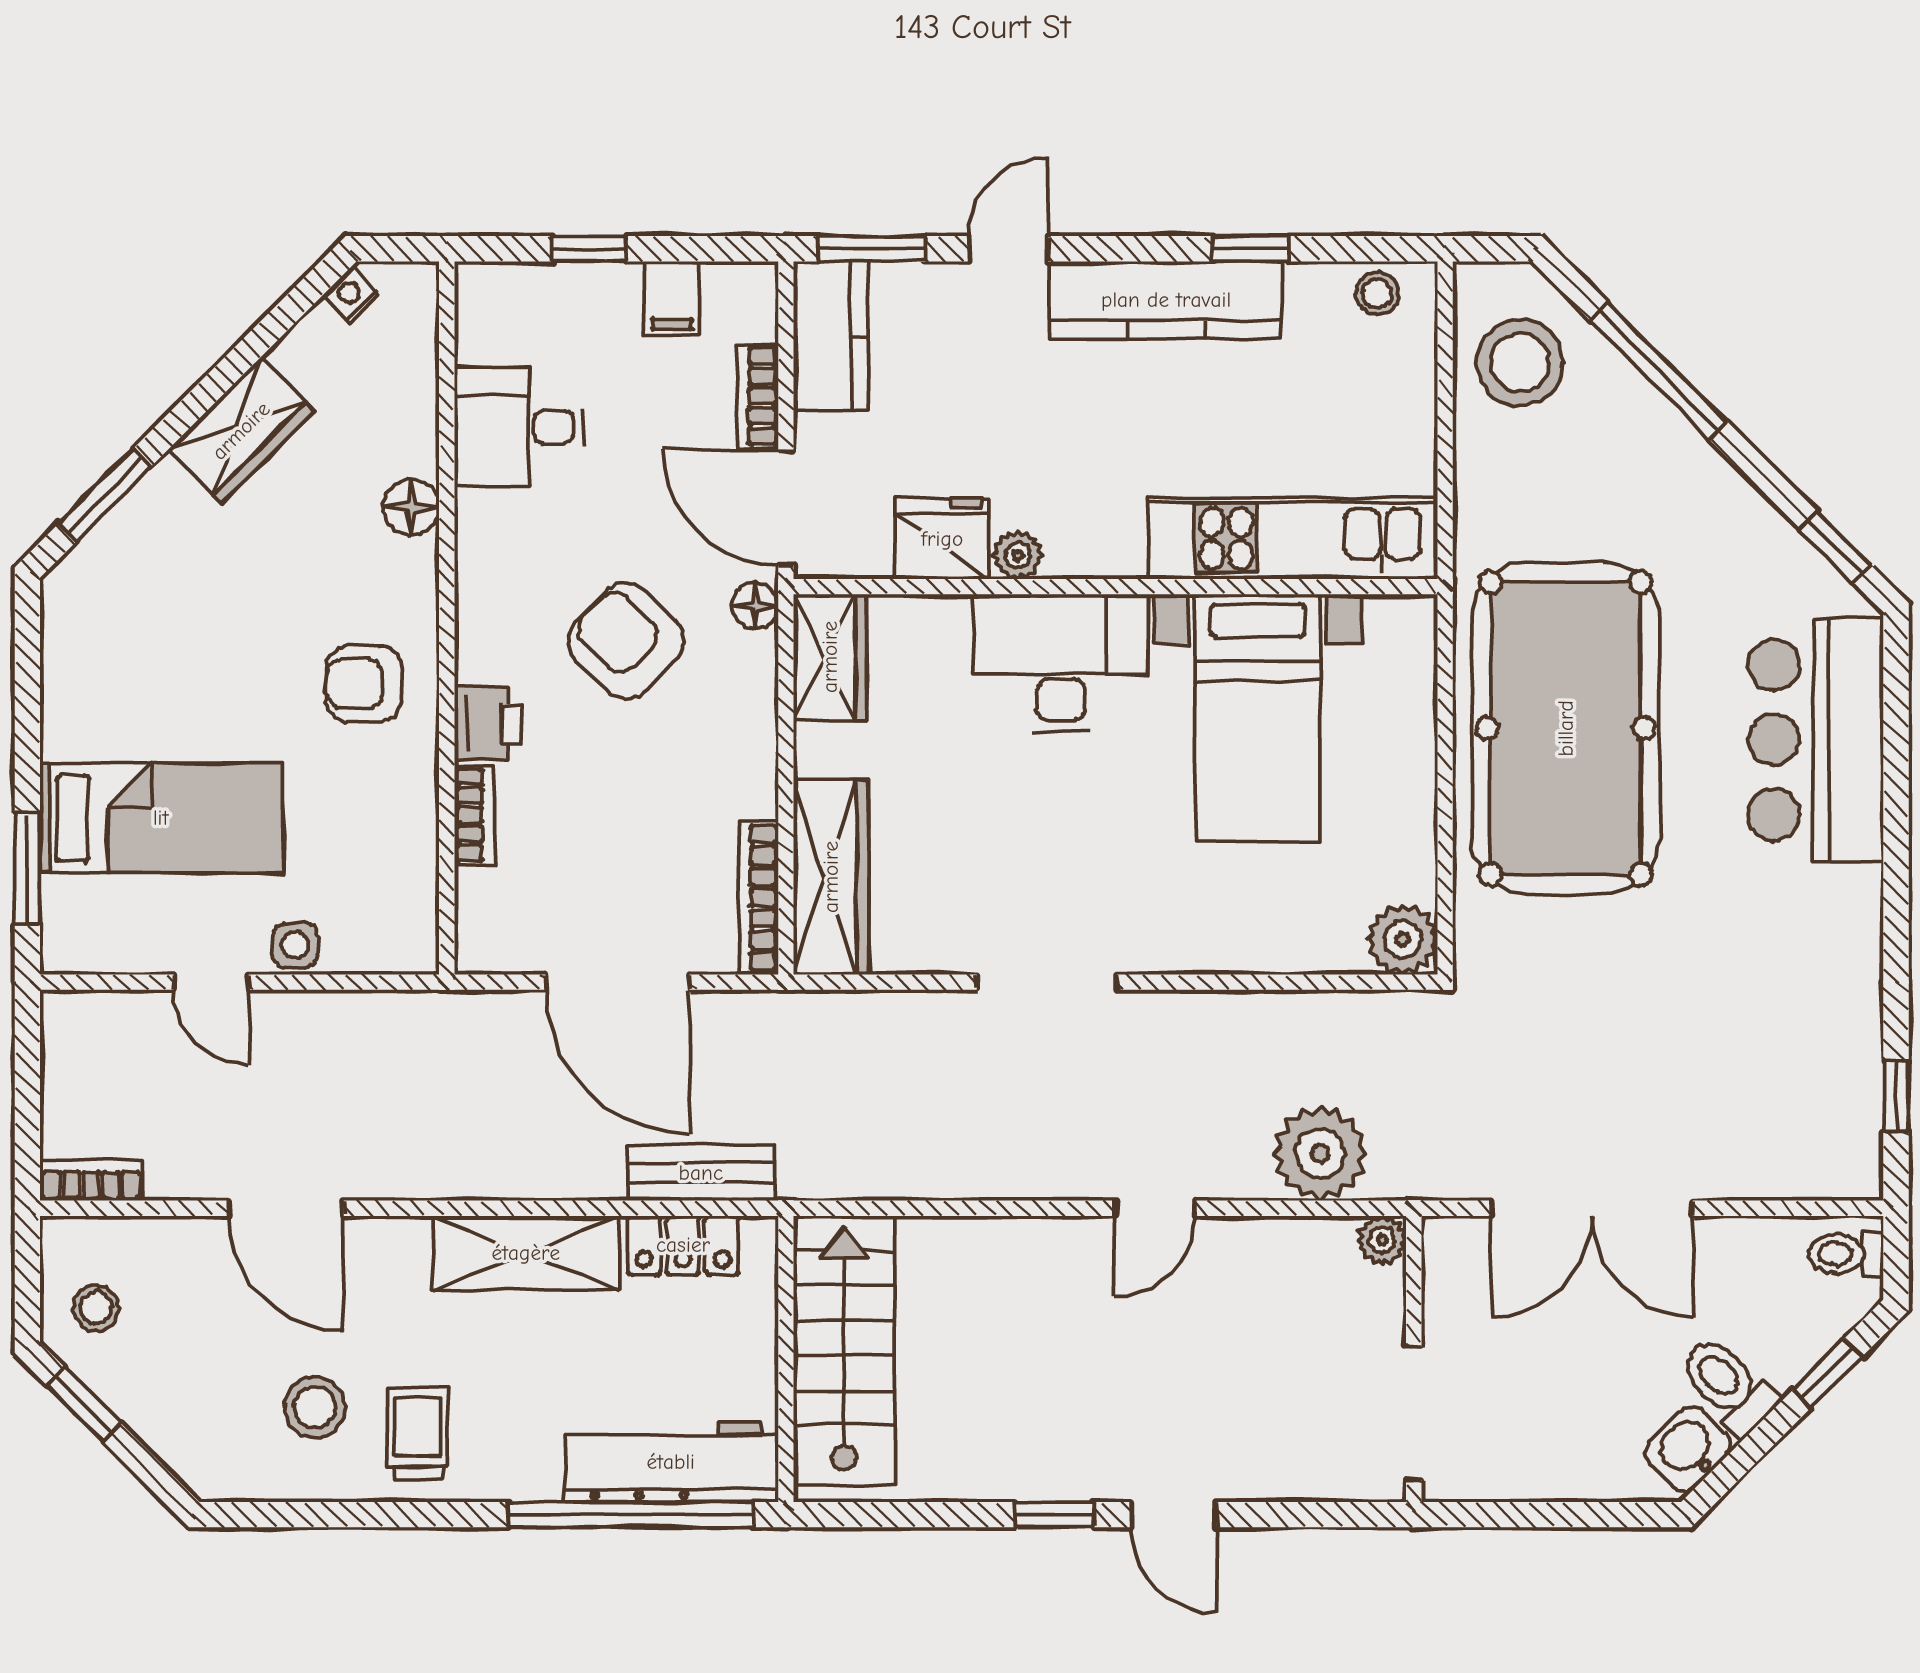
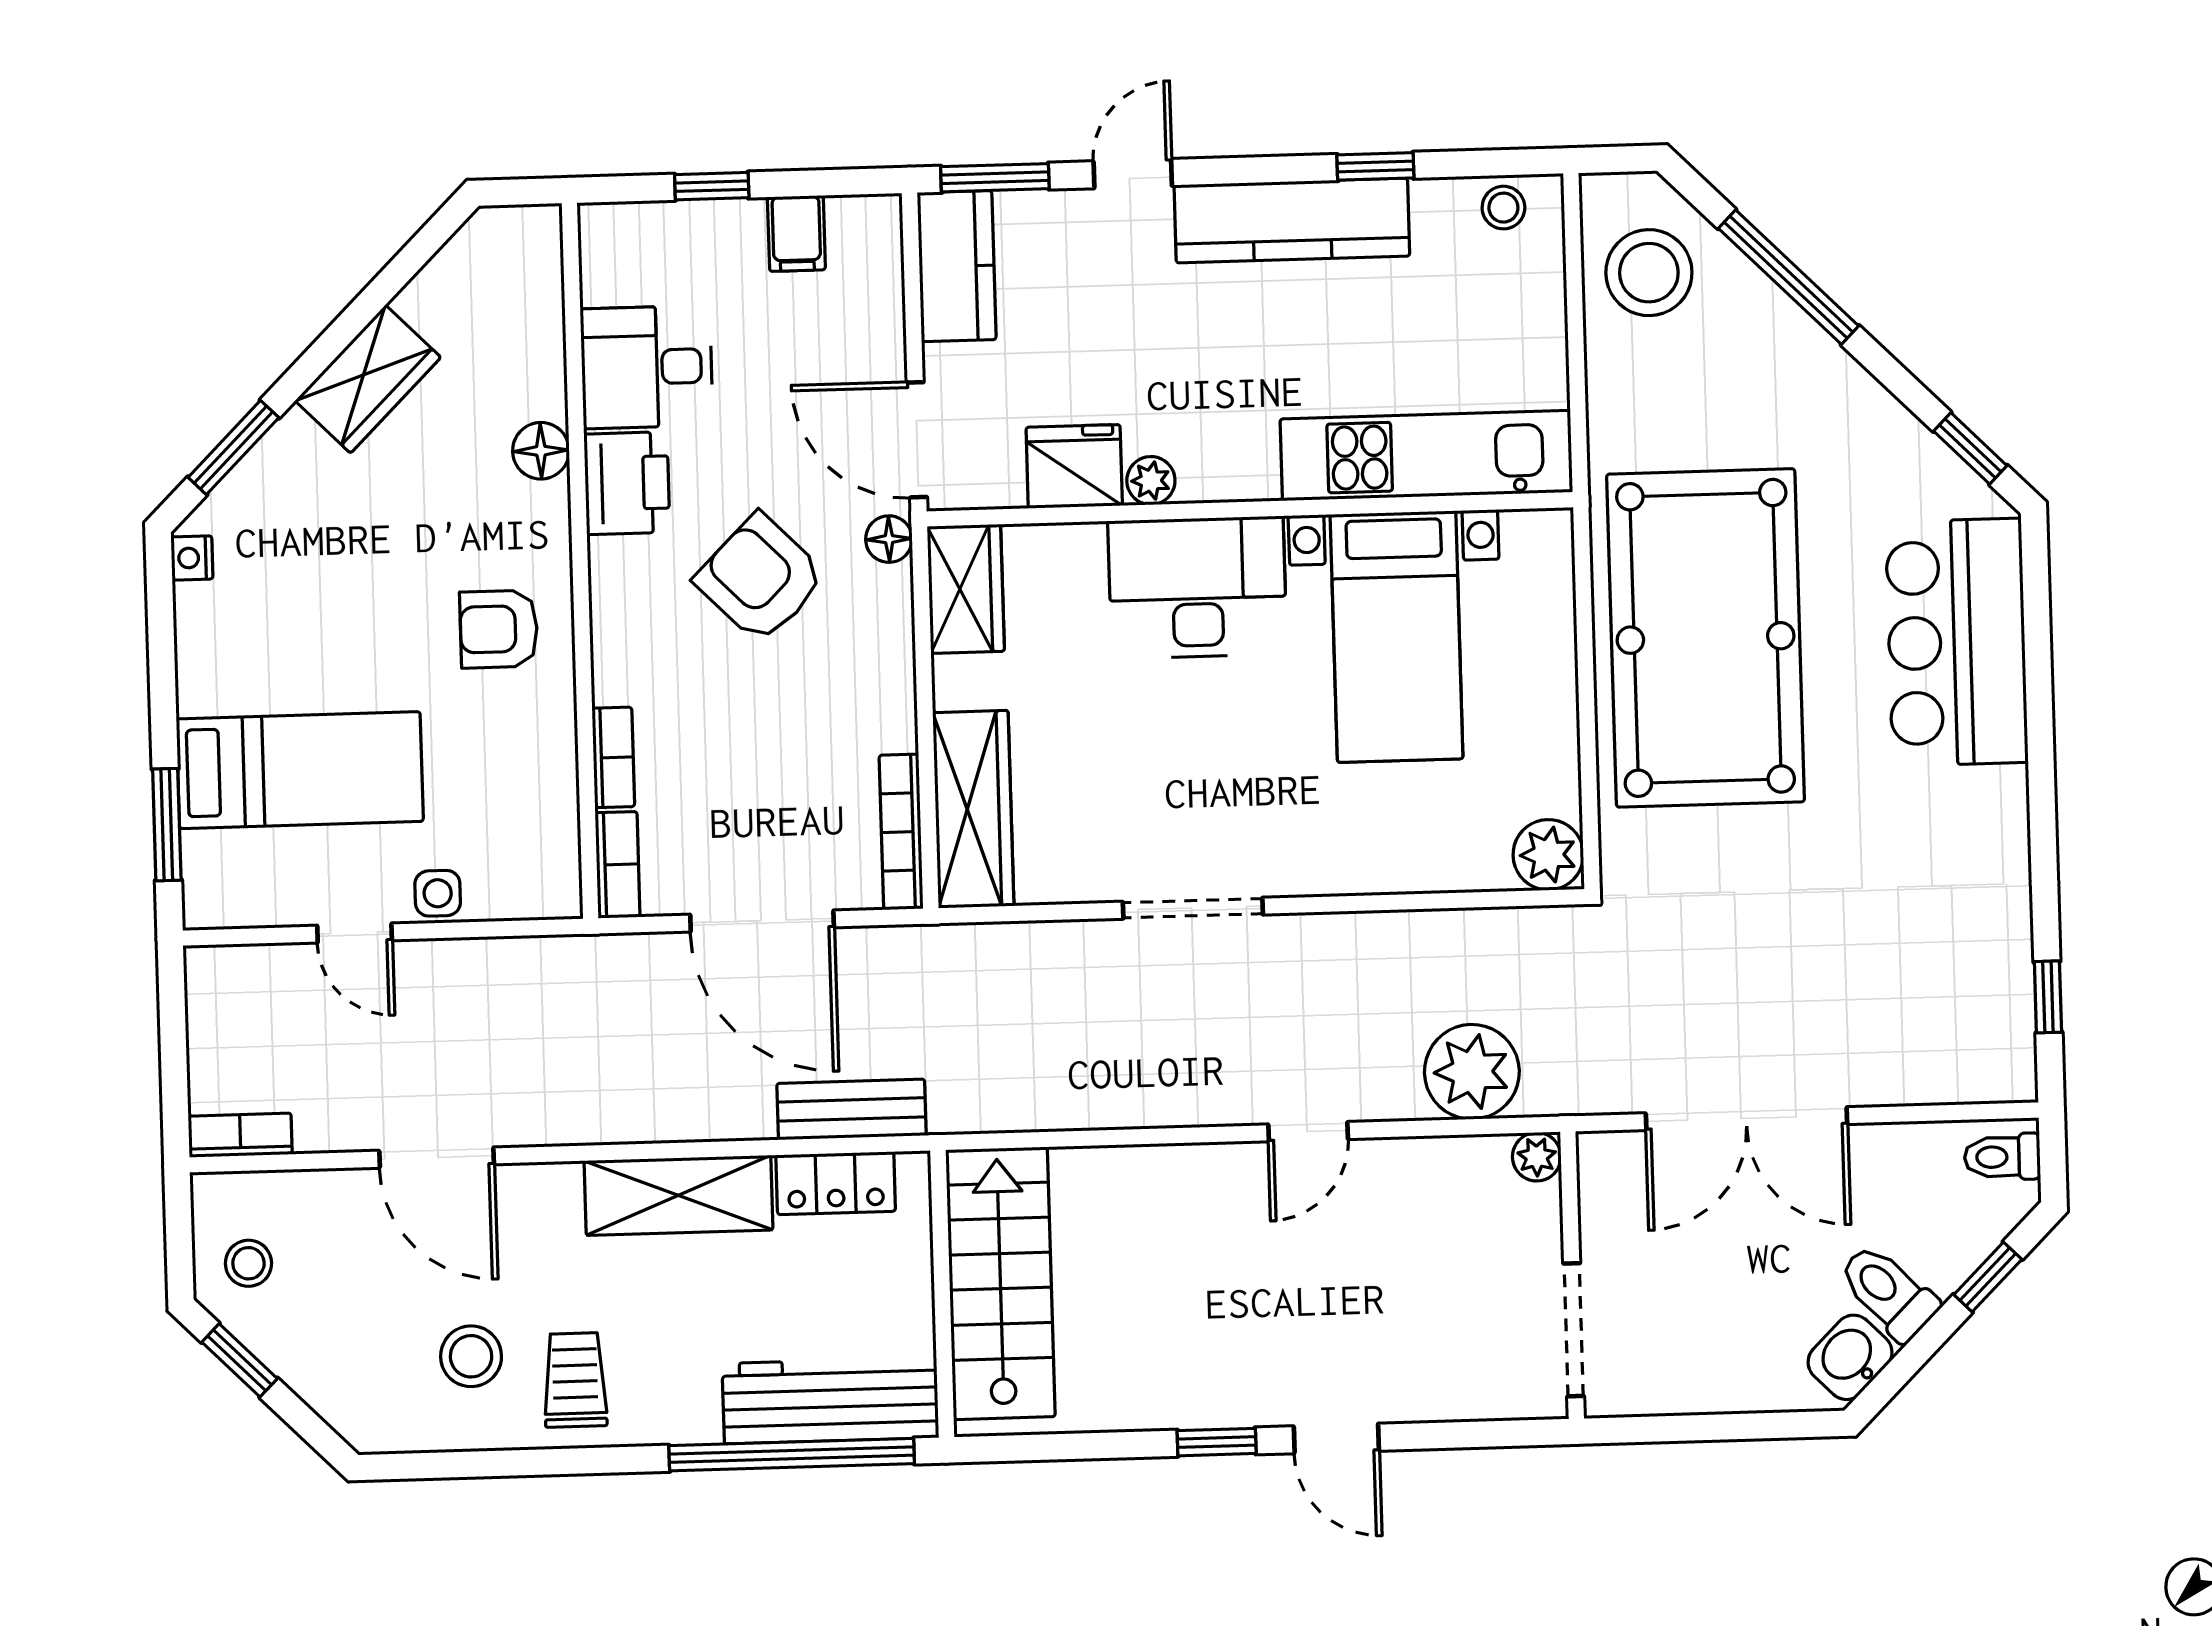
nightstand: (351, 295) -> (192, 558), moved, turned -45
bookcase: (757, 396) -> (618, 864), moved, turned 180
printer: (488, 724) -> (627, 483), moved, width x1.36, depth x1.24

